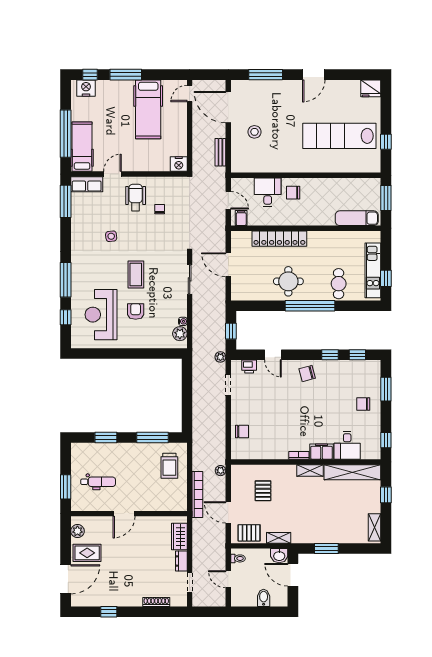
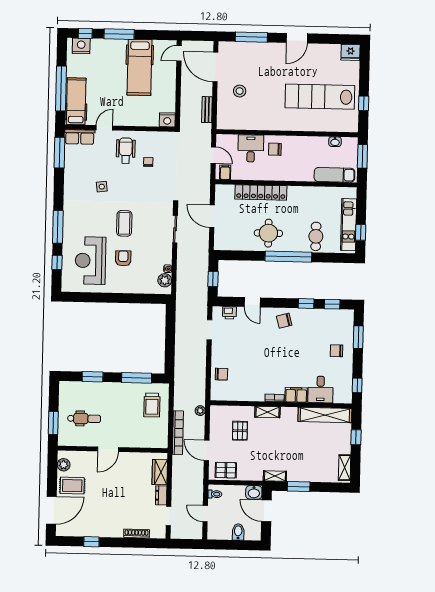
washbasin: (357, 183) -> (335, 142), added
plant: (220, 357) -> (202, 303), removed
shelving: (310, 470) -> (267, 412), moved
shelving: (279, 538) -> (275, 476), moved

